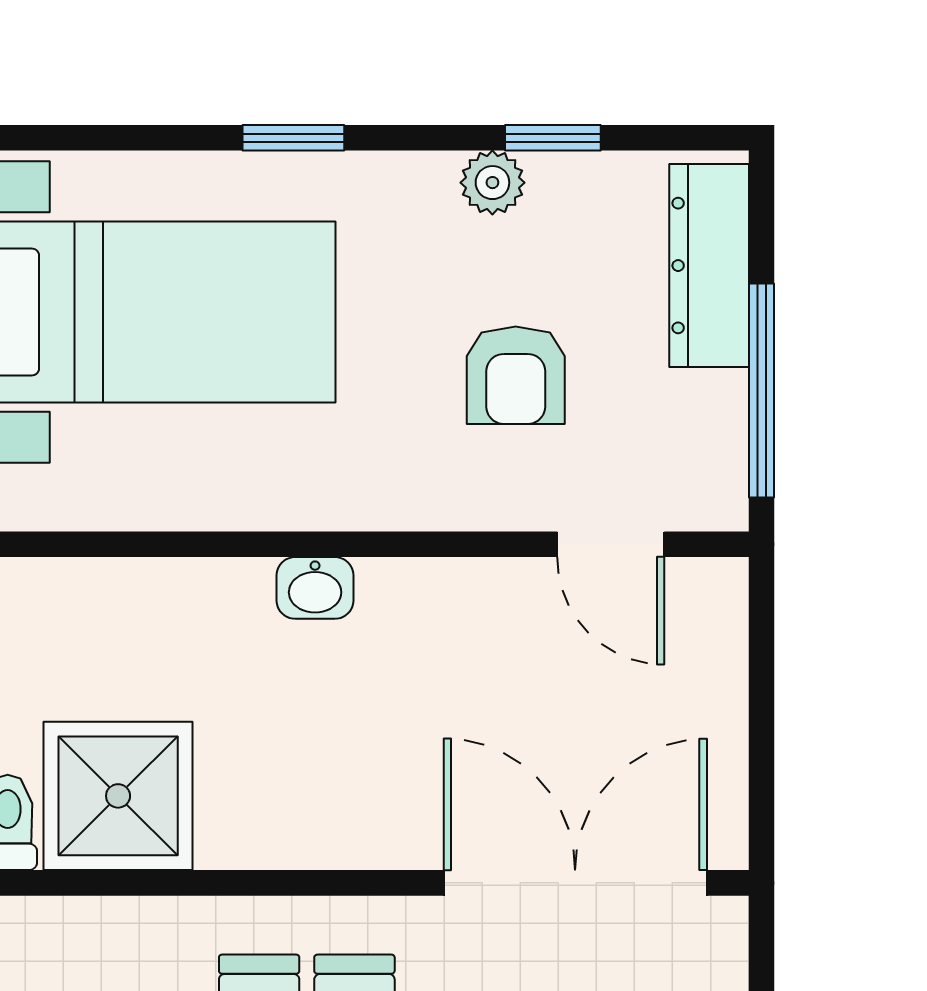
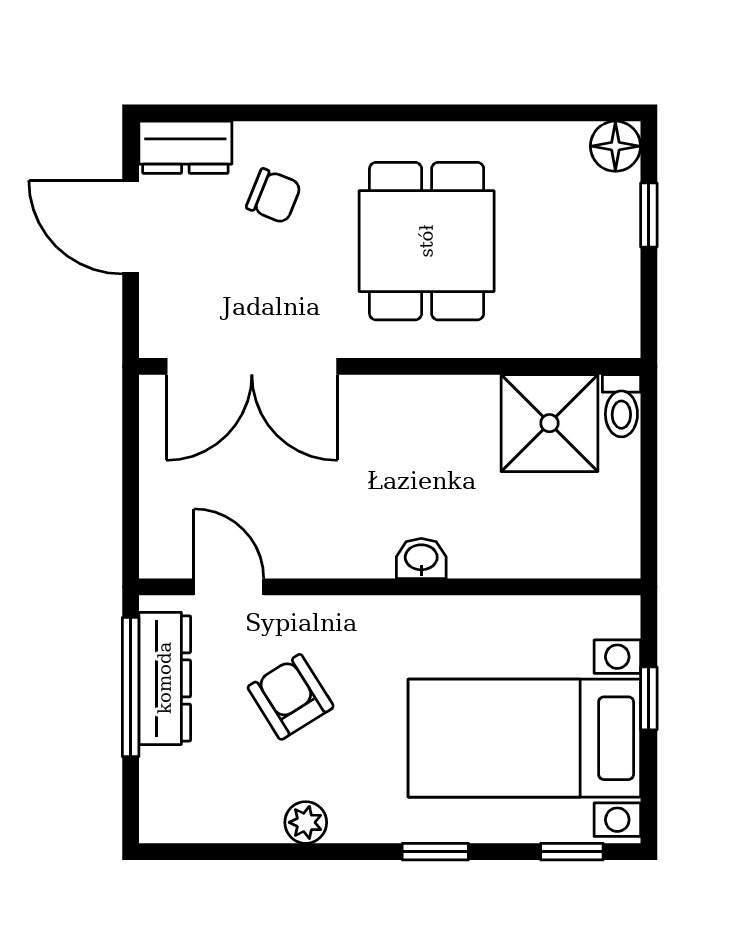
window: (553, 138) -> (572, 852), moved
dresser: (709, 266) -> (165, 678), moved
armchair: (516, 375) -> (291, 697), turned -32

